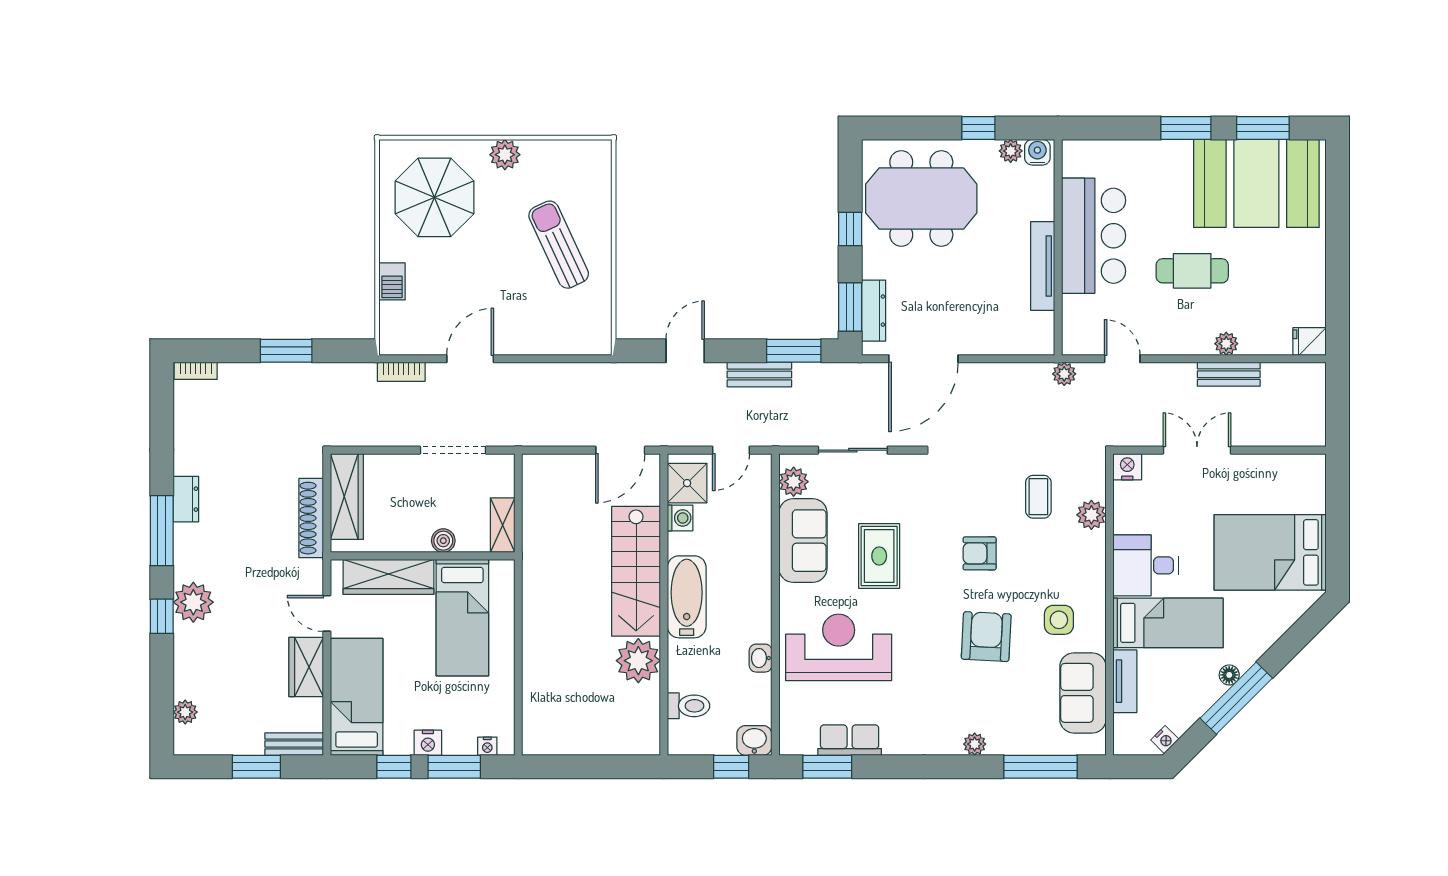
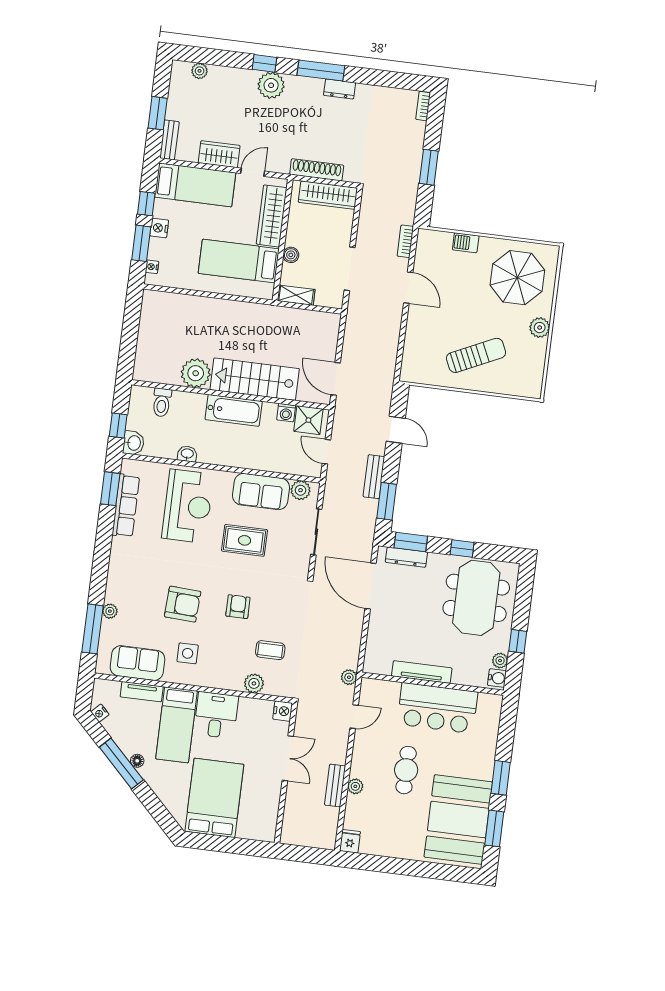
row of seats: (850, 740) -> (126, 506), width x1.48
plant: (975, 744) -> (110, 611), moved

